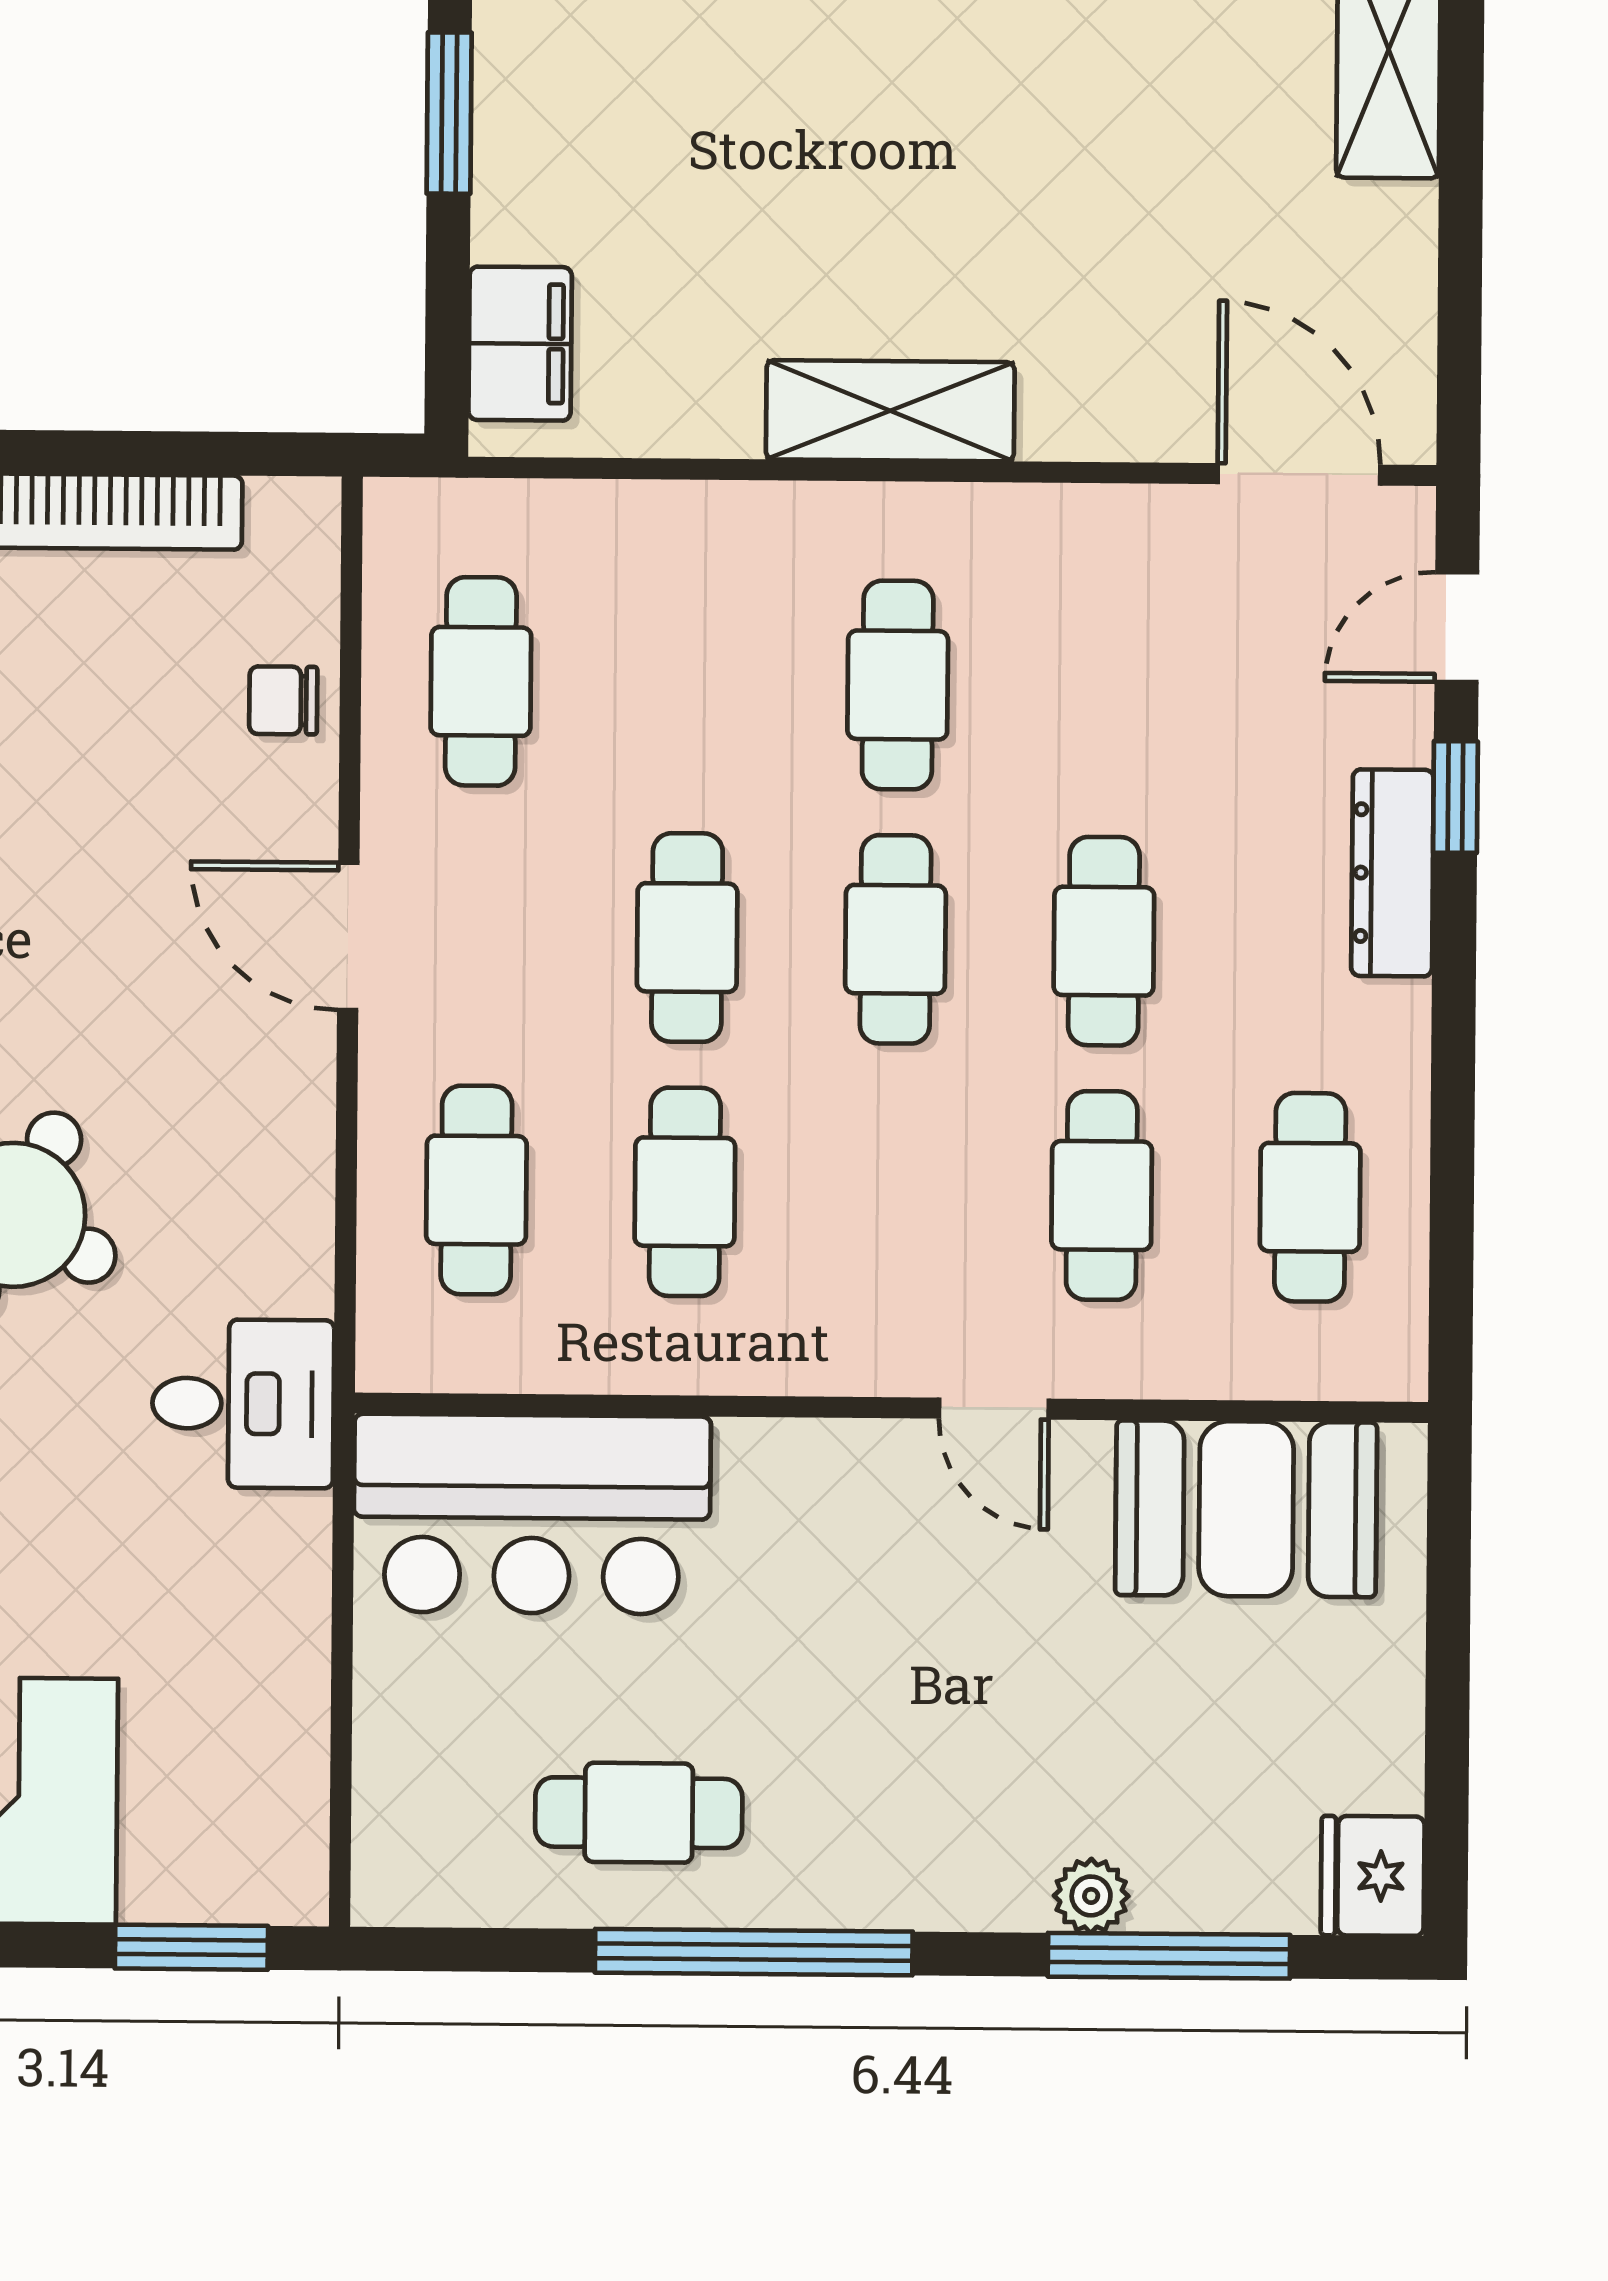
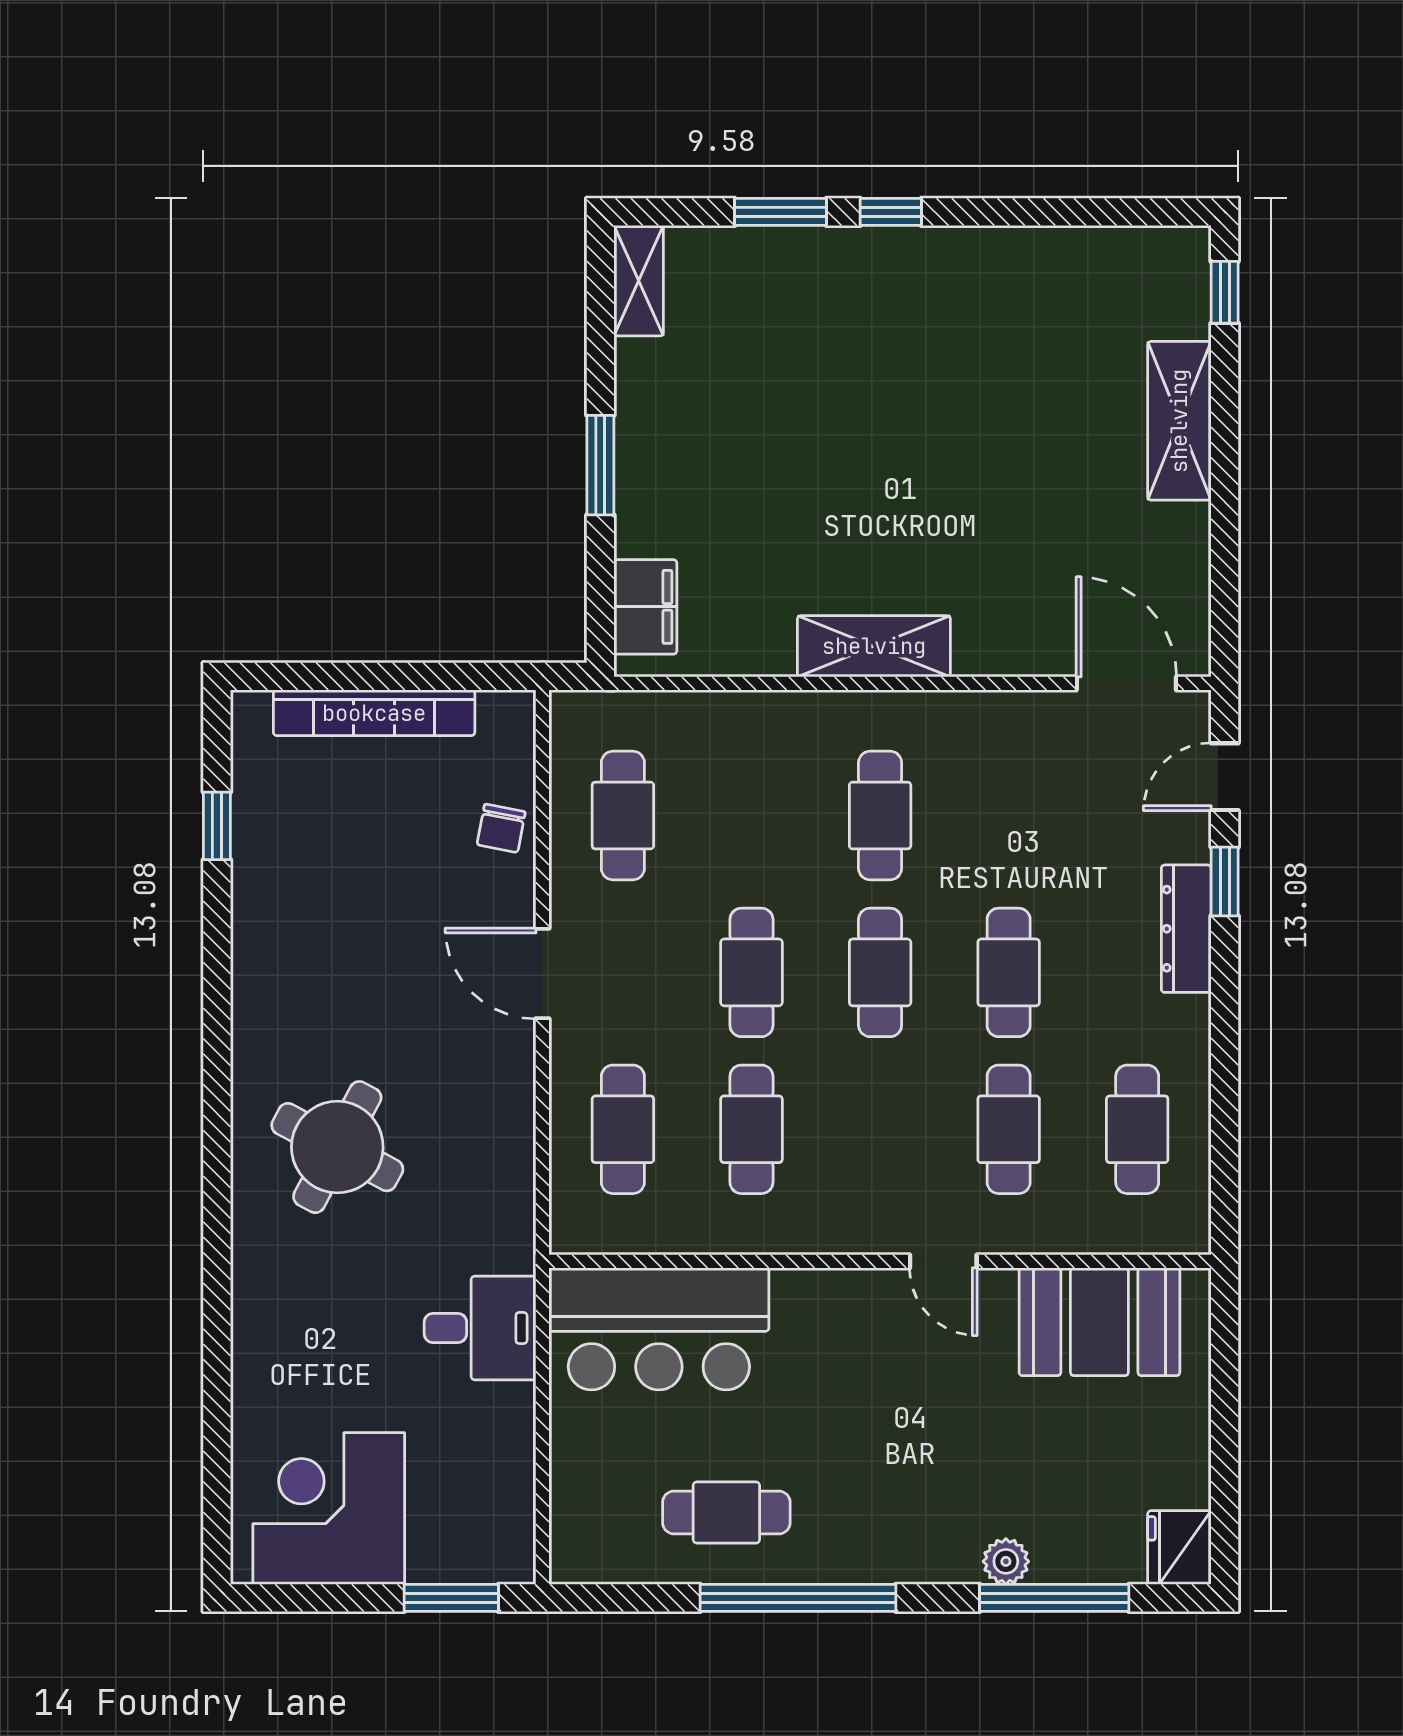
chair: (283, 700) -> (501, 828), turned -79
desk: (243, 1404) -> (480, 1328), moved

